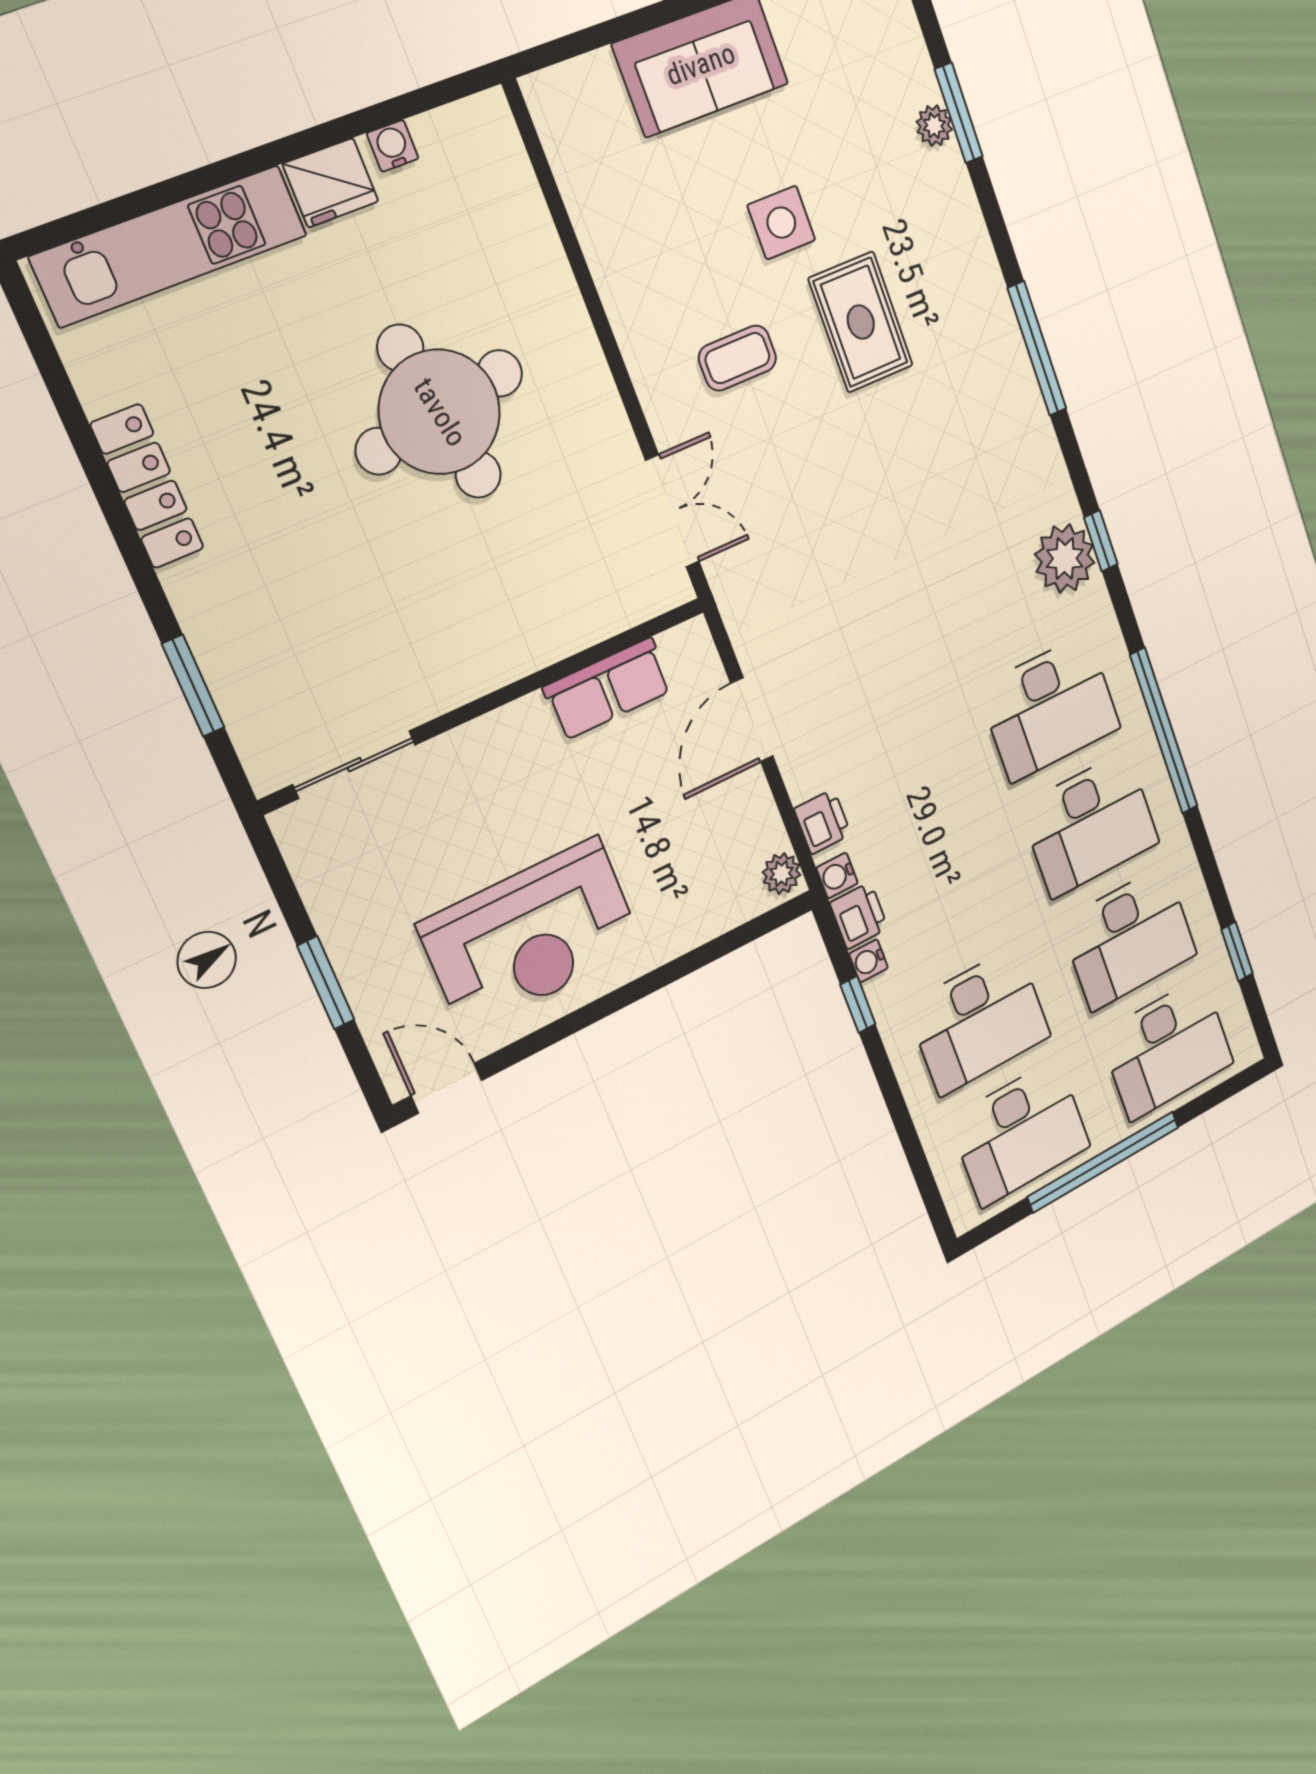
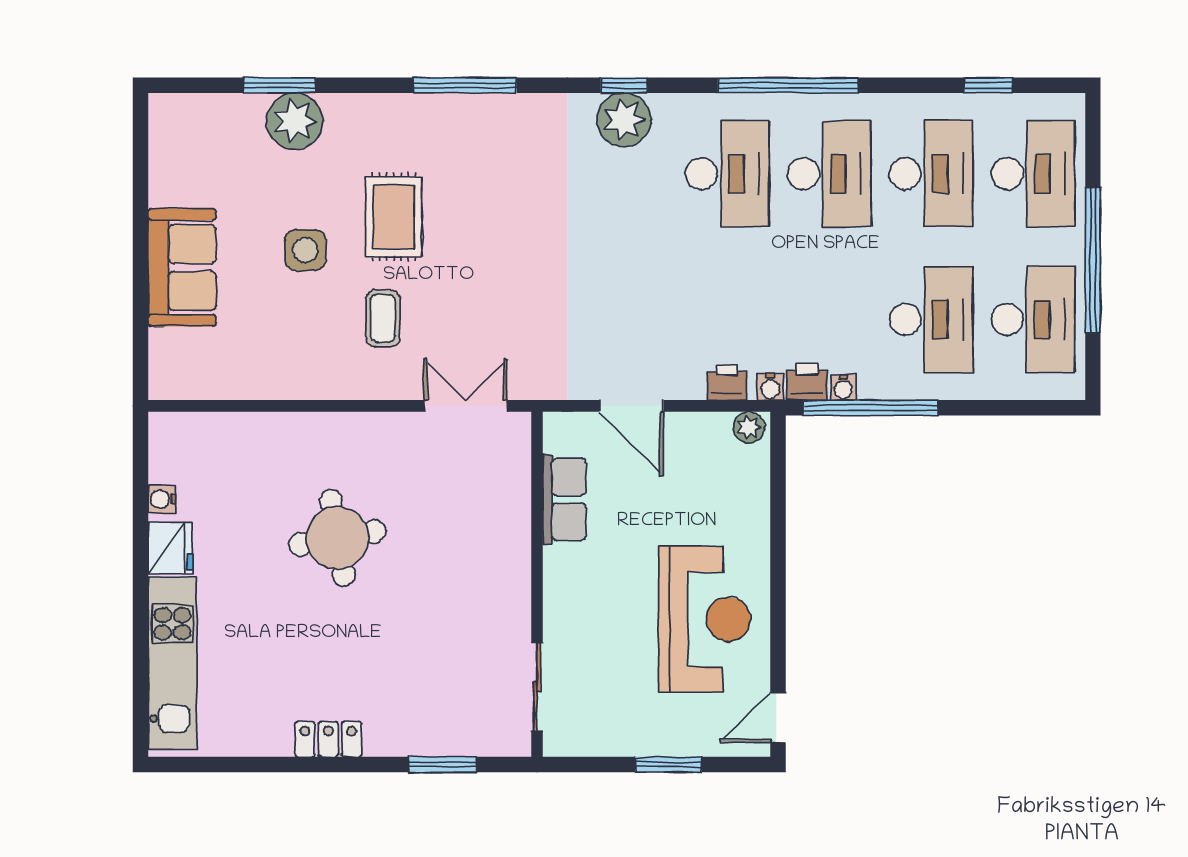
plant: (934, 126) -> (295, 121), width x1.88, depth x1.88
rug: (861, 322) -> (394, 217), turned 90
round table: (440, 412) -> (337, 538), width x0.73, depth x0.73
locker: (147, 486) -> (328, 739), width x0.66
window: (858, 1004) -> (871, 408), width x3.17

